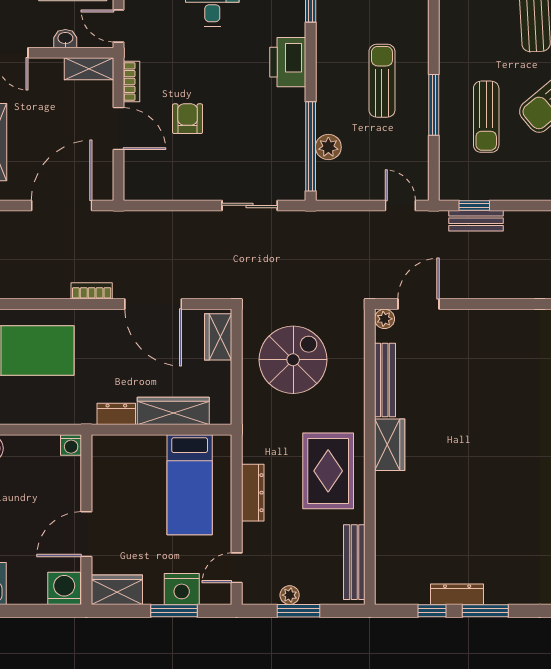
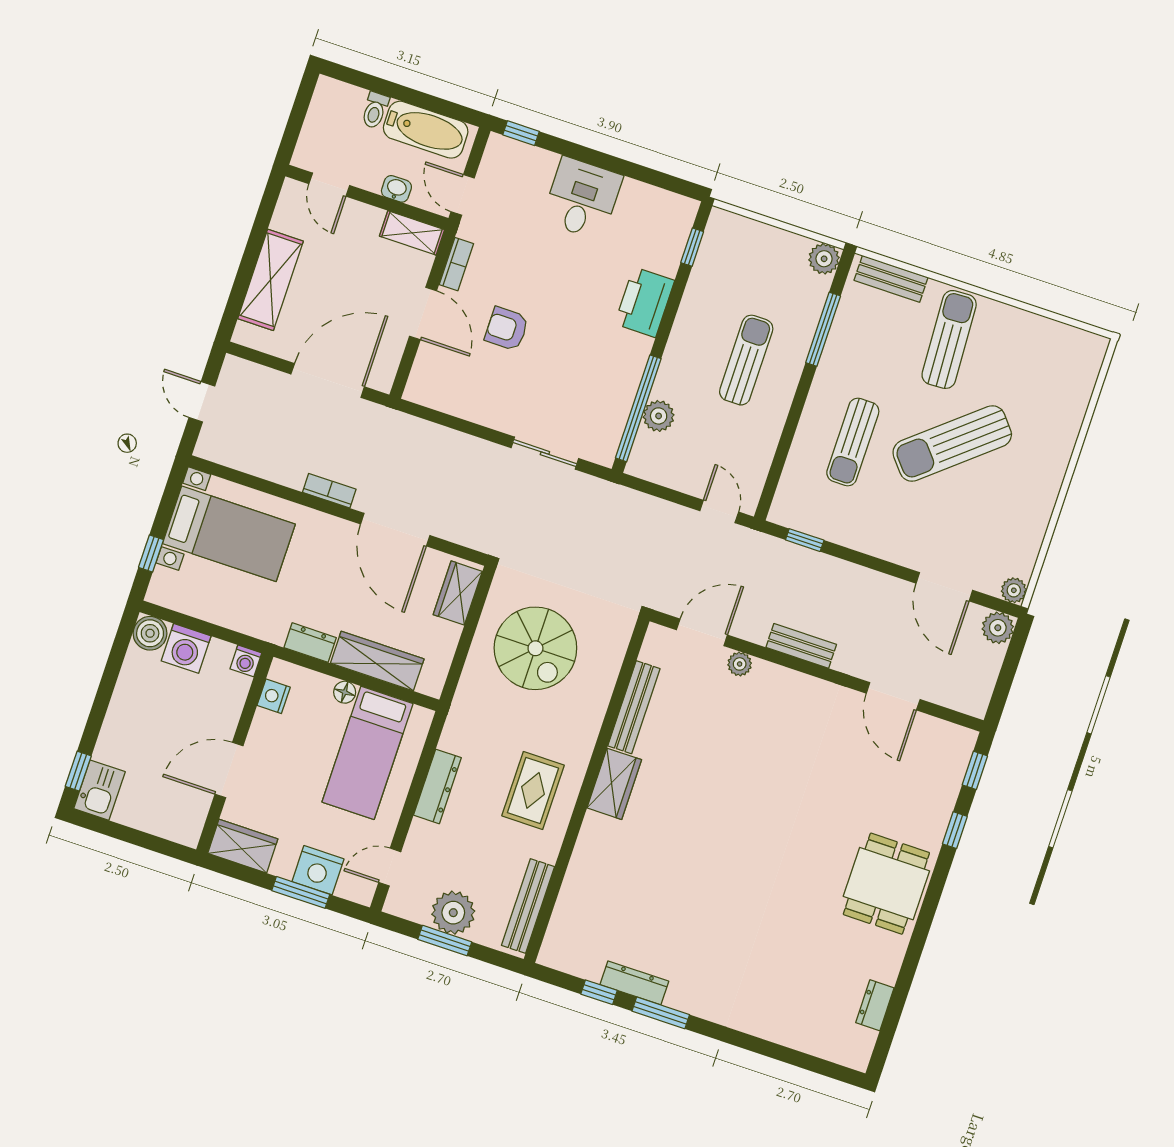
window: (434, 105) -> (823, 329), moved
armchair: (188, 119) -> (507, 329), turned -90
bench: (476, 221) -> (801, 646), moved
plant: (385, 319) -> (740, 664), moved
spiral stairs: (293, 360) -> (535, 648), turned 90
floor lamp: (156, 444) -> (345, 692), added
nightstand: (102, 465) -> (274, 696), added
rug: (328, 471) -> (533, 790), width x0.73, depth x0.70
washing machine: (64, 588) -> (186, 648), moved, turned 180
plant: (290, 595) -> (453, 913), width x1.88, depth x1.88

